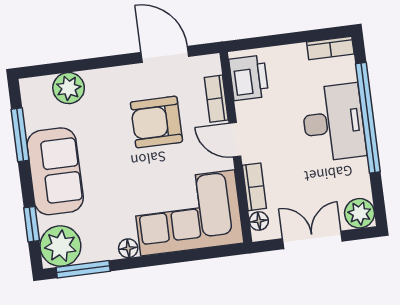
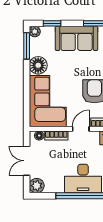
double door: (312, 240) -> (27, 161), swing flipped
plant: (60, 246) -> (35, 32), width x0.53, depth x0.53
floor lamp: (128, 248) -> (38, 65), width x1.89, depth x1.89

